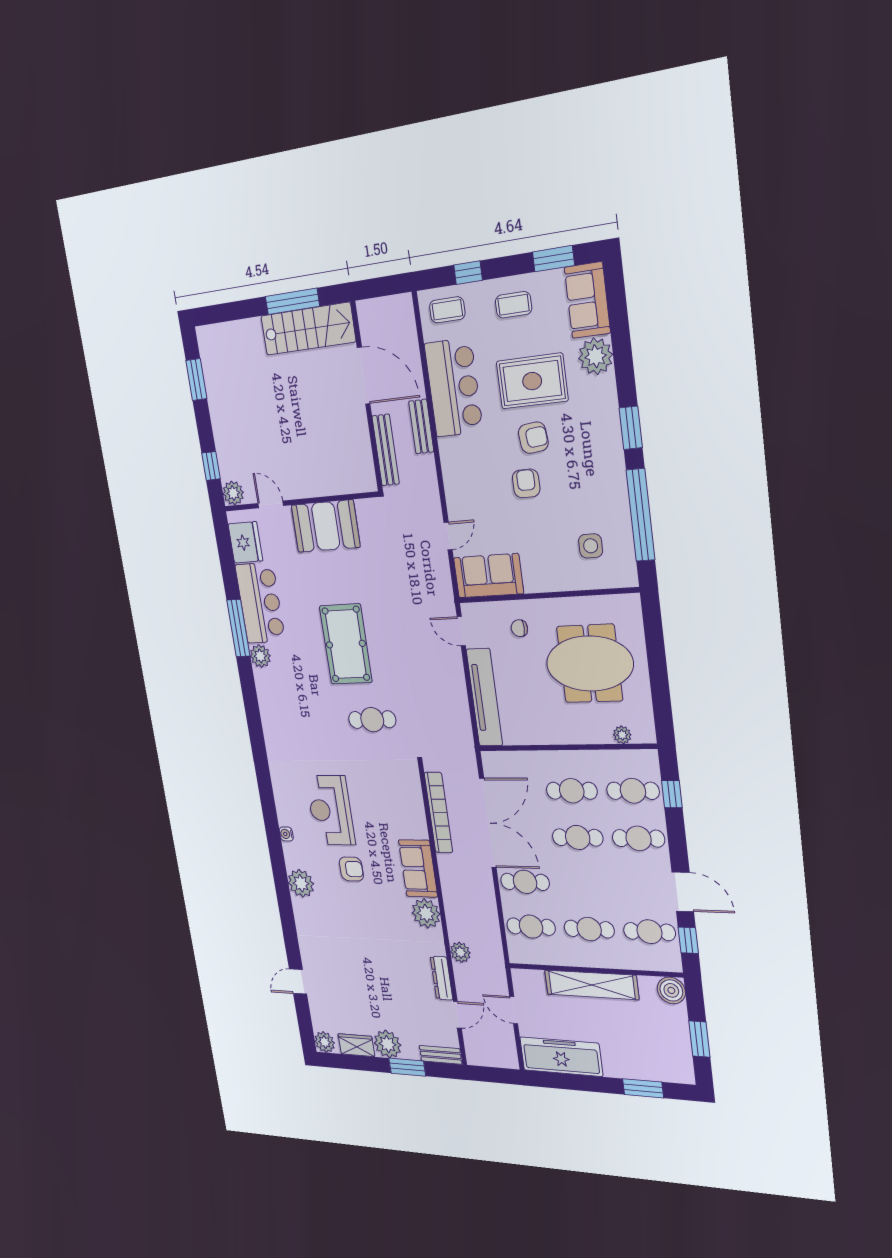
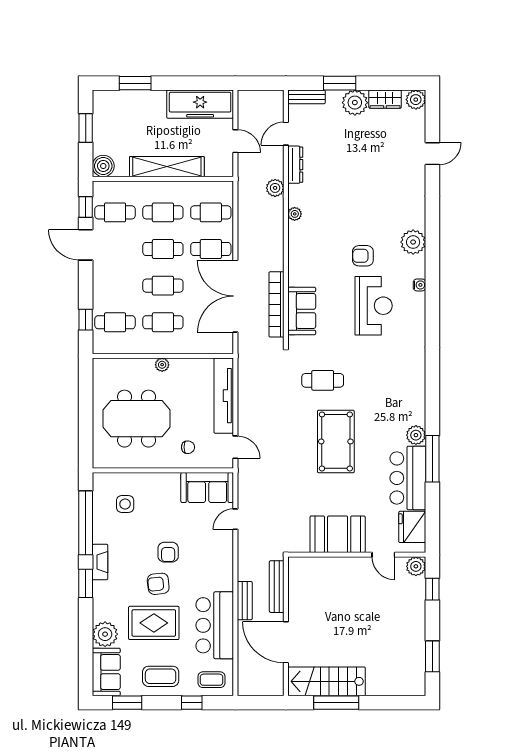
coffee table: (514, 305) -> (161, 676), width x1.36, depth x1.30
fireplace: (614, 461) -> (100, 562), added
plant: (622, 735) -> (162, 365), moved
cafe table: (638, 838) -> (163, 249), moved
sofa: (418, 868) -> (302, 311), moved
plant: (426, 913) -> (295, 214), width x0.53, depth x0.53

